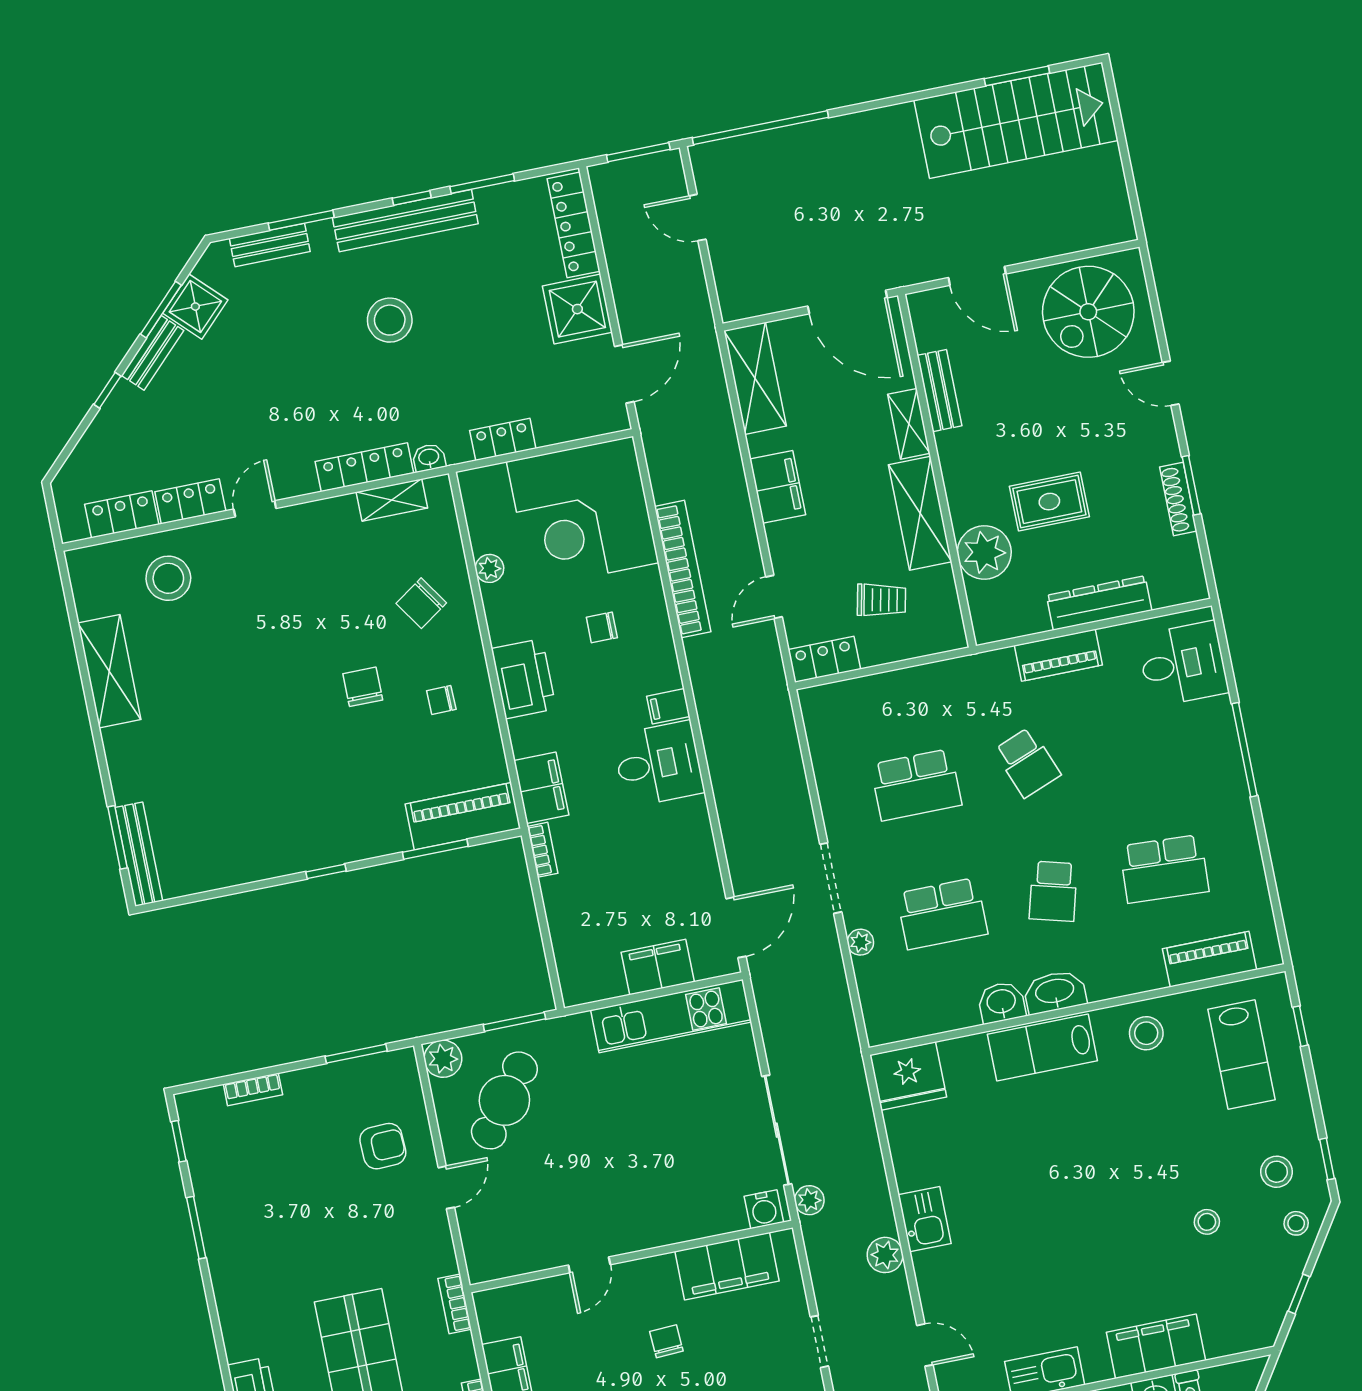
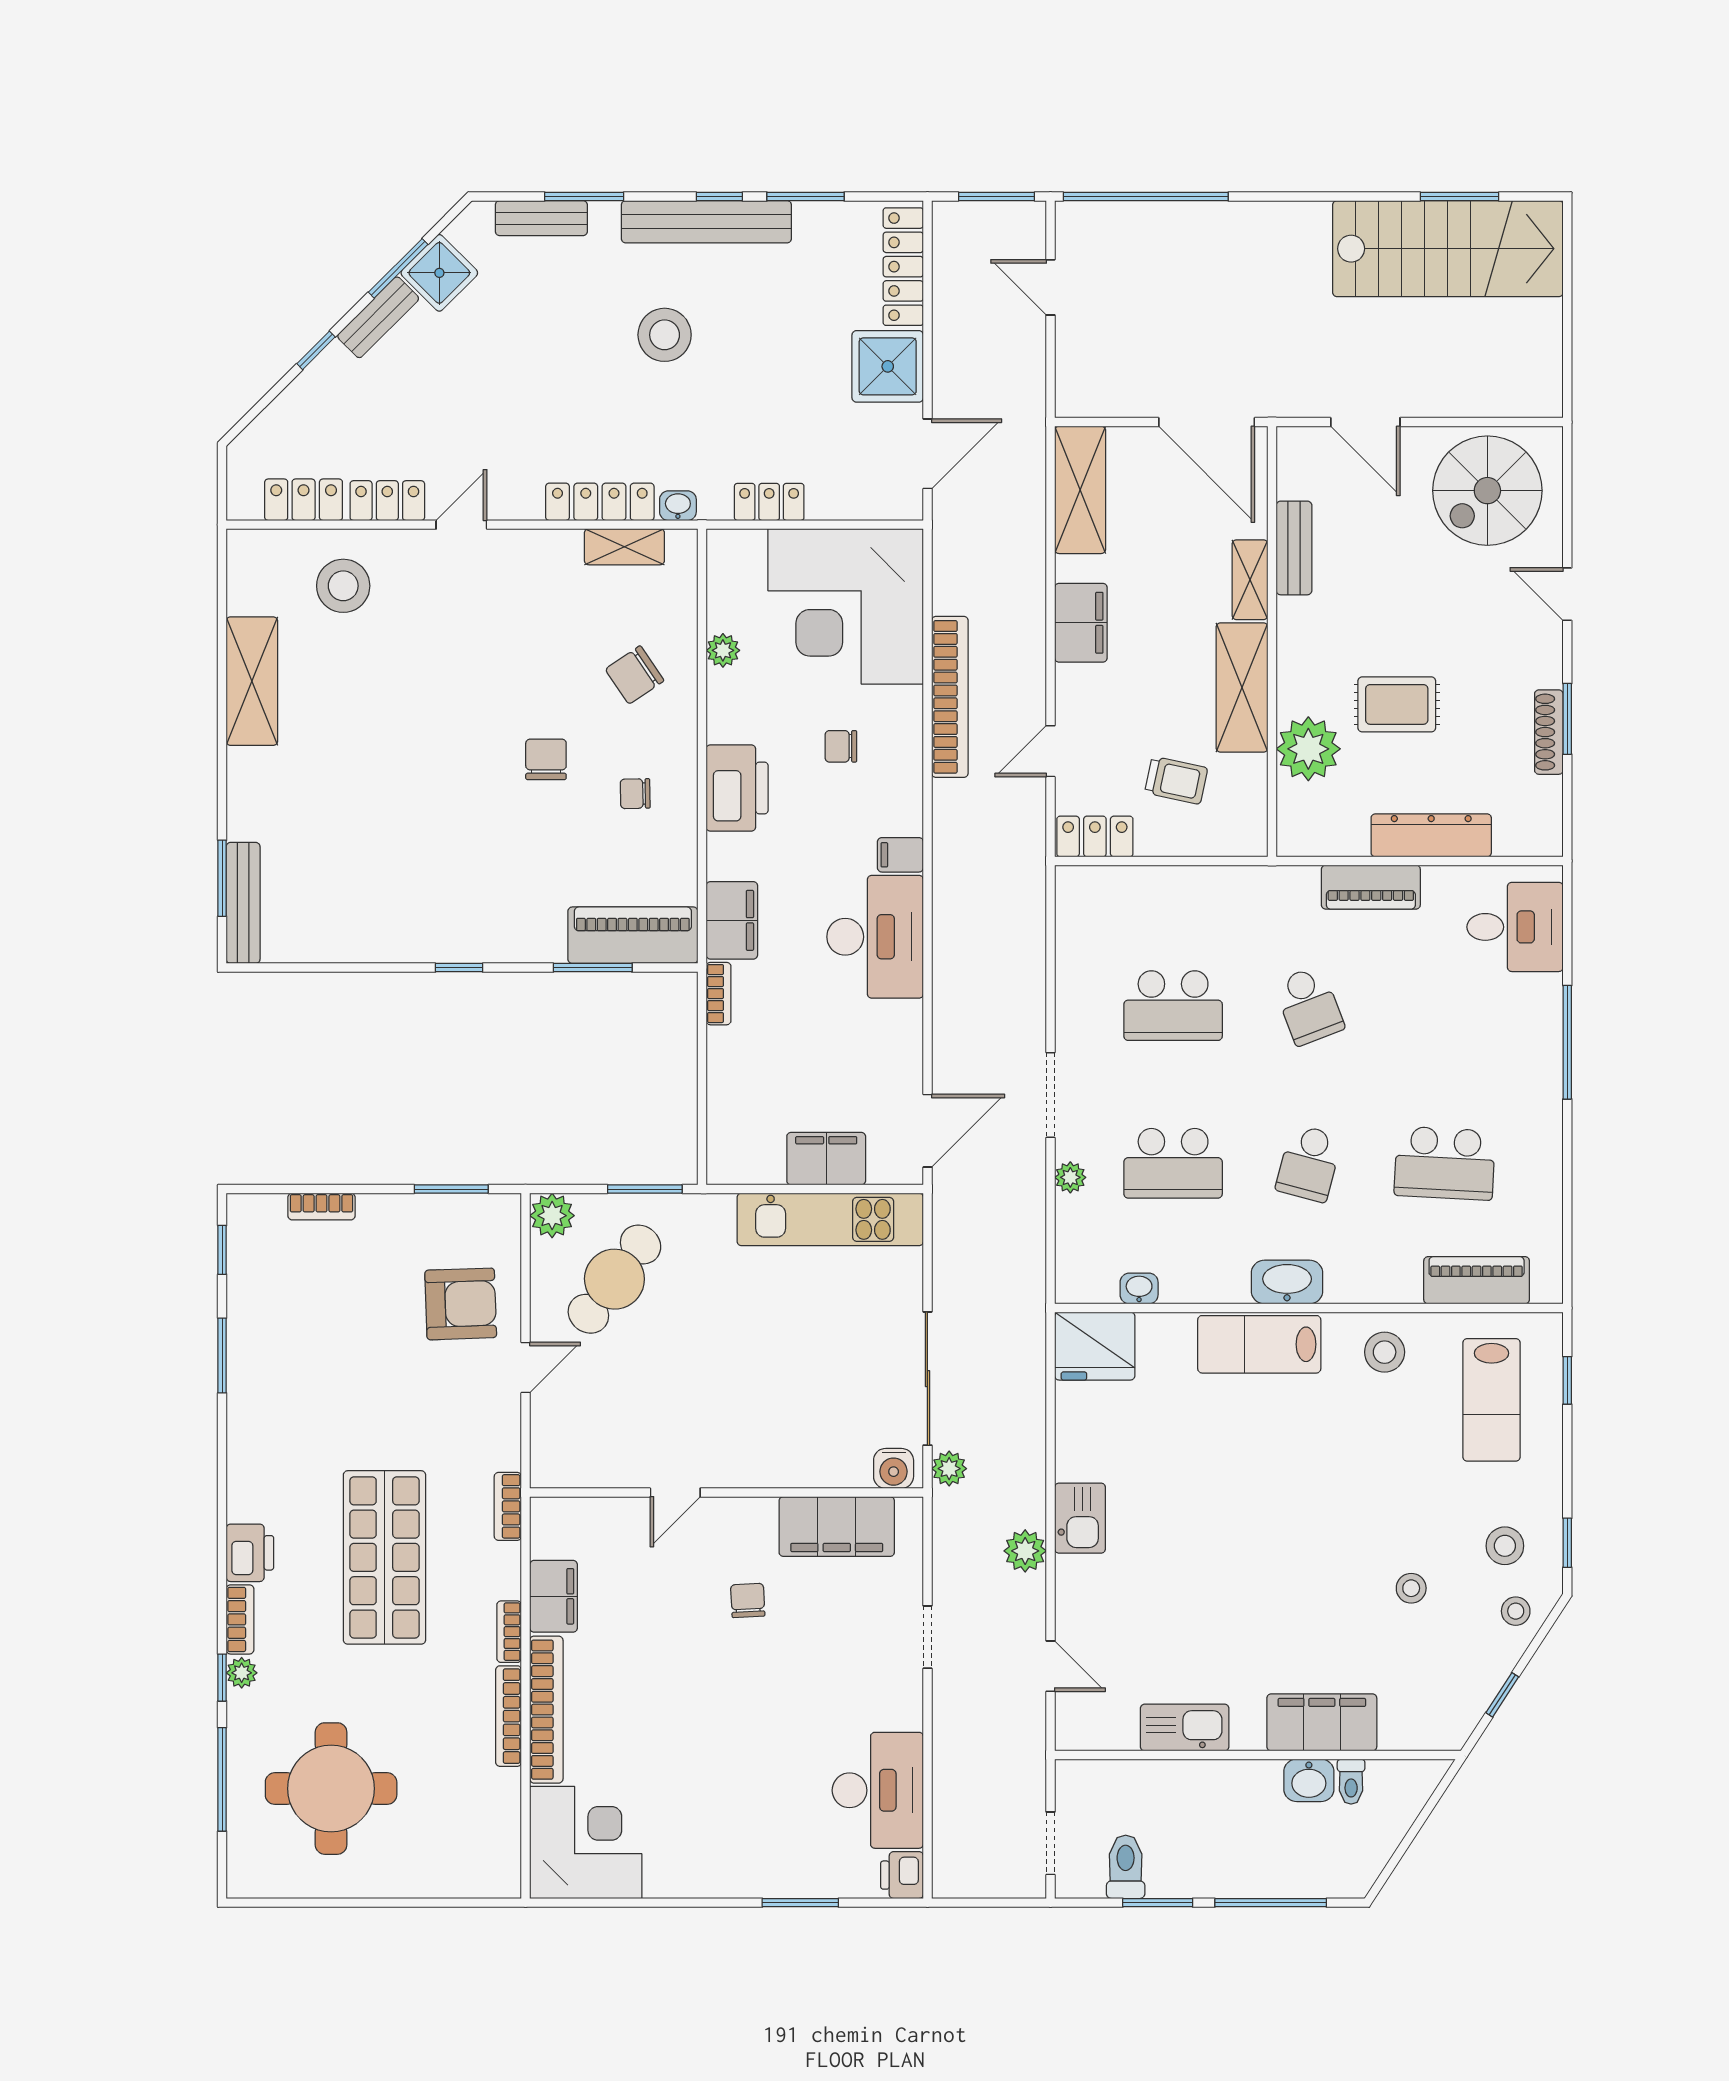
desk: (658, 764) -> (875, 937), width x1.37
washbasin: (1001, 1002) -> (1139, 1288), moved, width x0.72, depth x0.69
armchair: (383, 1146) -> (461, 1304), width x1.38, depth x1.38

